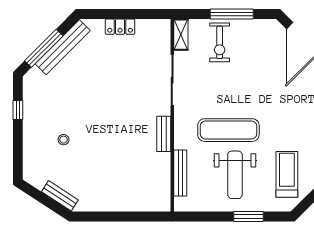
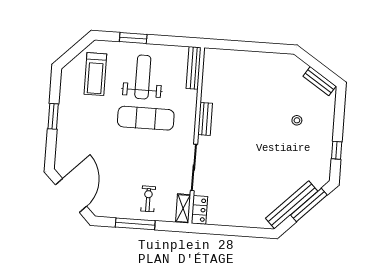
locker: (120, 27) -> (199, 210), moved, turned 90
exercise bike: (220, 42) -> (148, 199), width x0.73, depth x0.72
bench: (180, 173) -> (194, 68), moved
bench: (60, 196) -> (320, 81), moved

